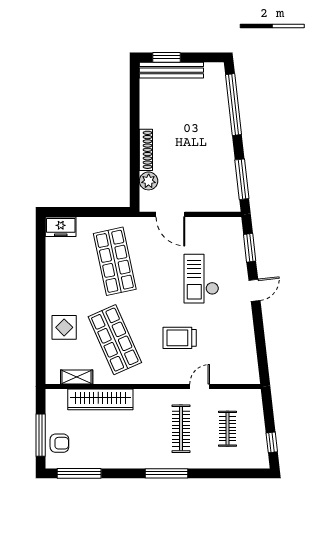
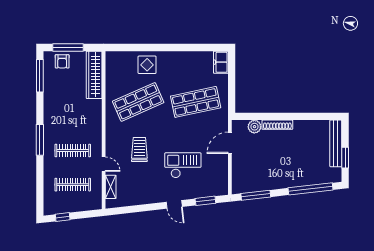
window: (167, 57) -> (345, 158), moved
shelving: (77, 377) -> (111, 187), moved
wardrobe: (100, 399) -> (94, 75), moved
clothes rail: (228, 429) -> (73, 185), width x1.36

